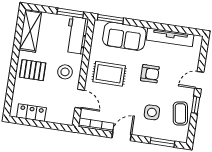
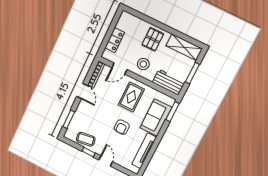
window: (70, 13) -> (192, 73), moved
side table: (152, 112) -> (93, 119), removed
locker: (31, 113) -> (115, 40), moved

